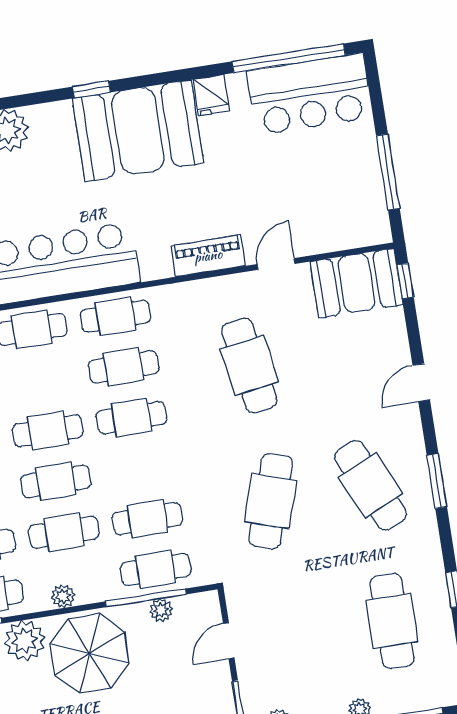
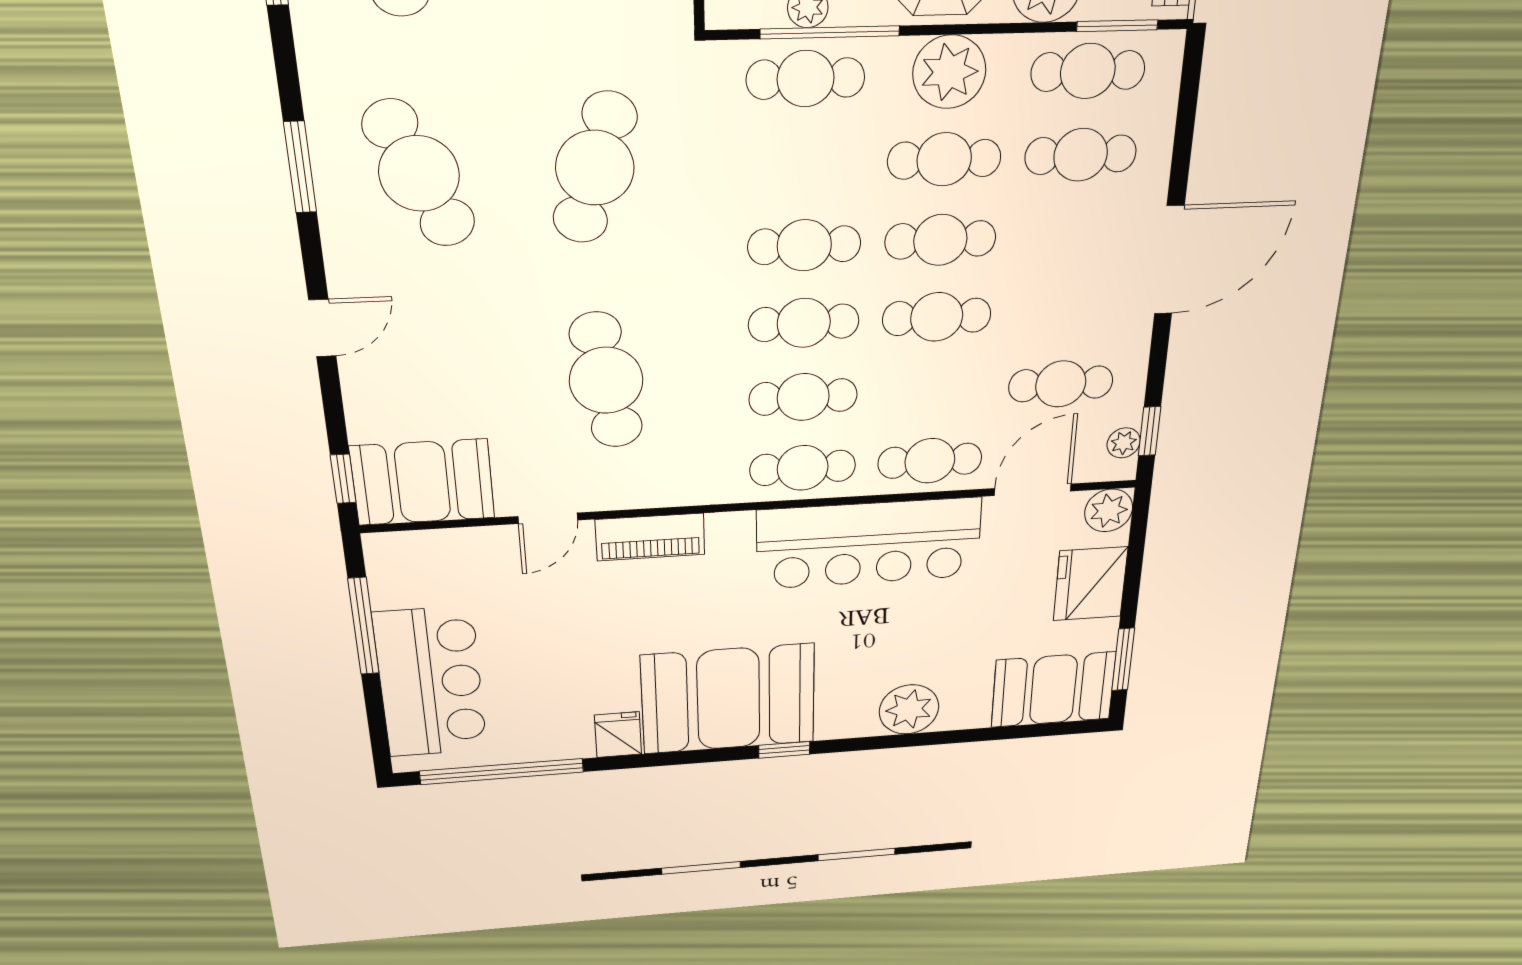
bar counter: (310, 94) -> (431, 683), moved, turned 90
cafe table: (148, 519) -> (804, 245), moved
plant: (63, 596) -> (949, 72), width x1.88, depth x1.88

